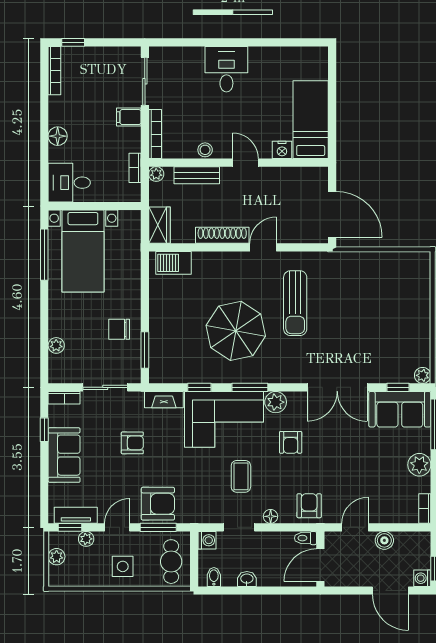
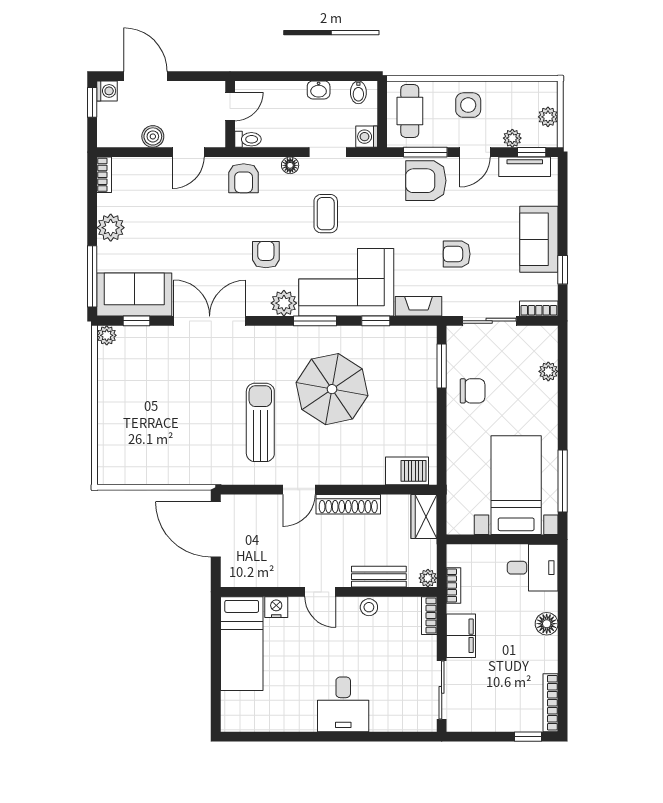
filing cabinet: (129, 117) -> (461, 636), width x2.00
bookcase: (155, 134) -> (429, 616), width x0.64
door: (320, 565) -> (230, 107), width x0.73

